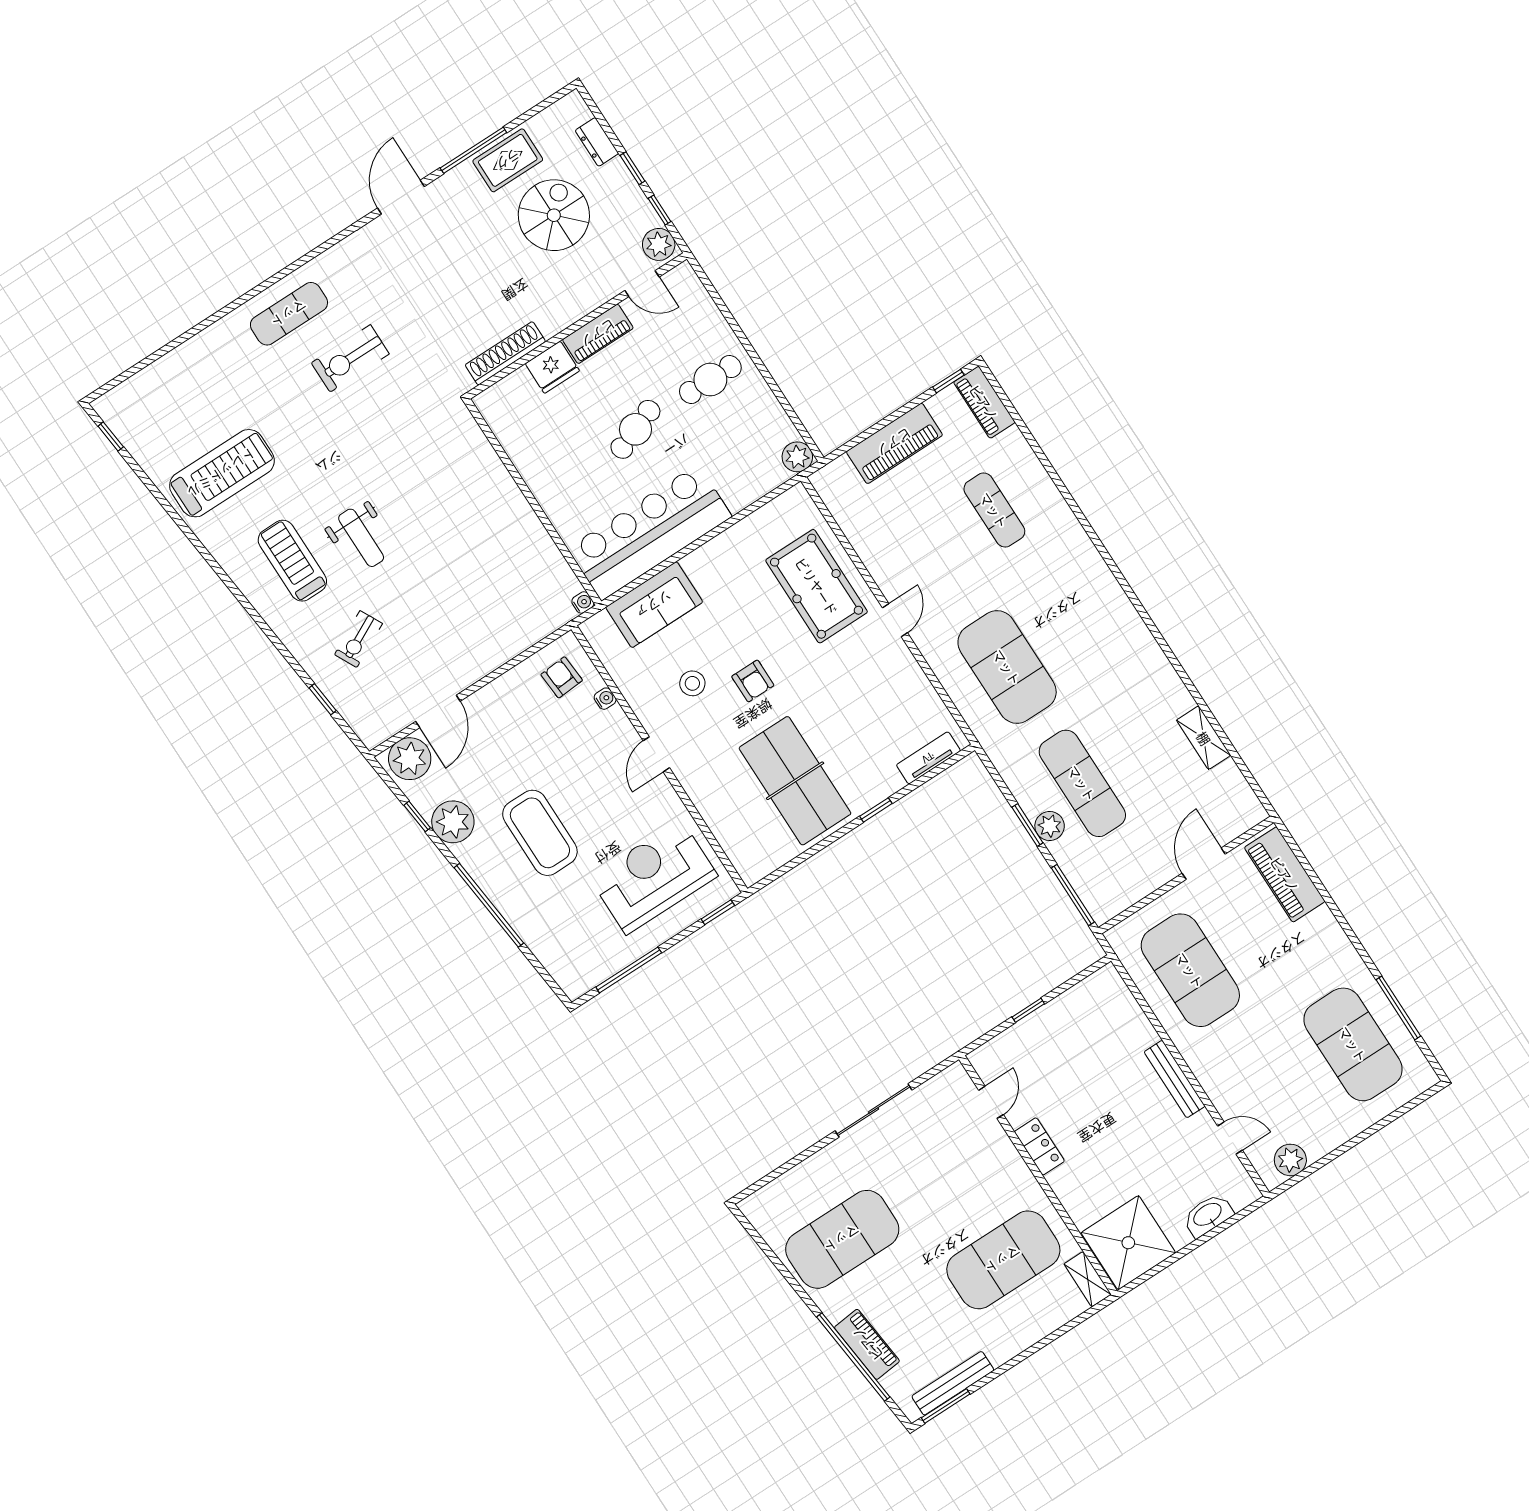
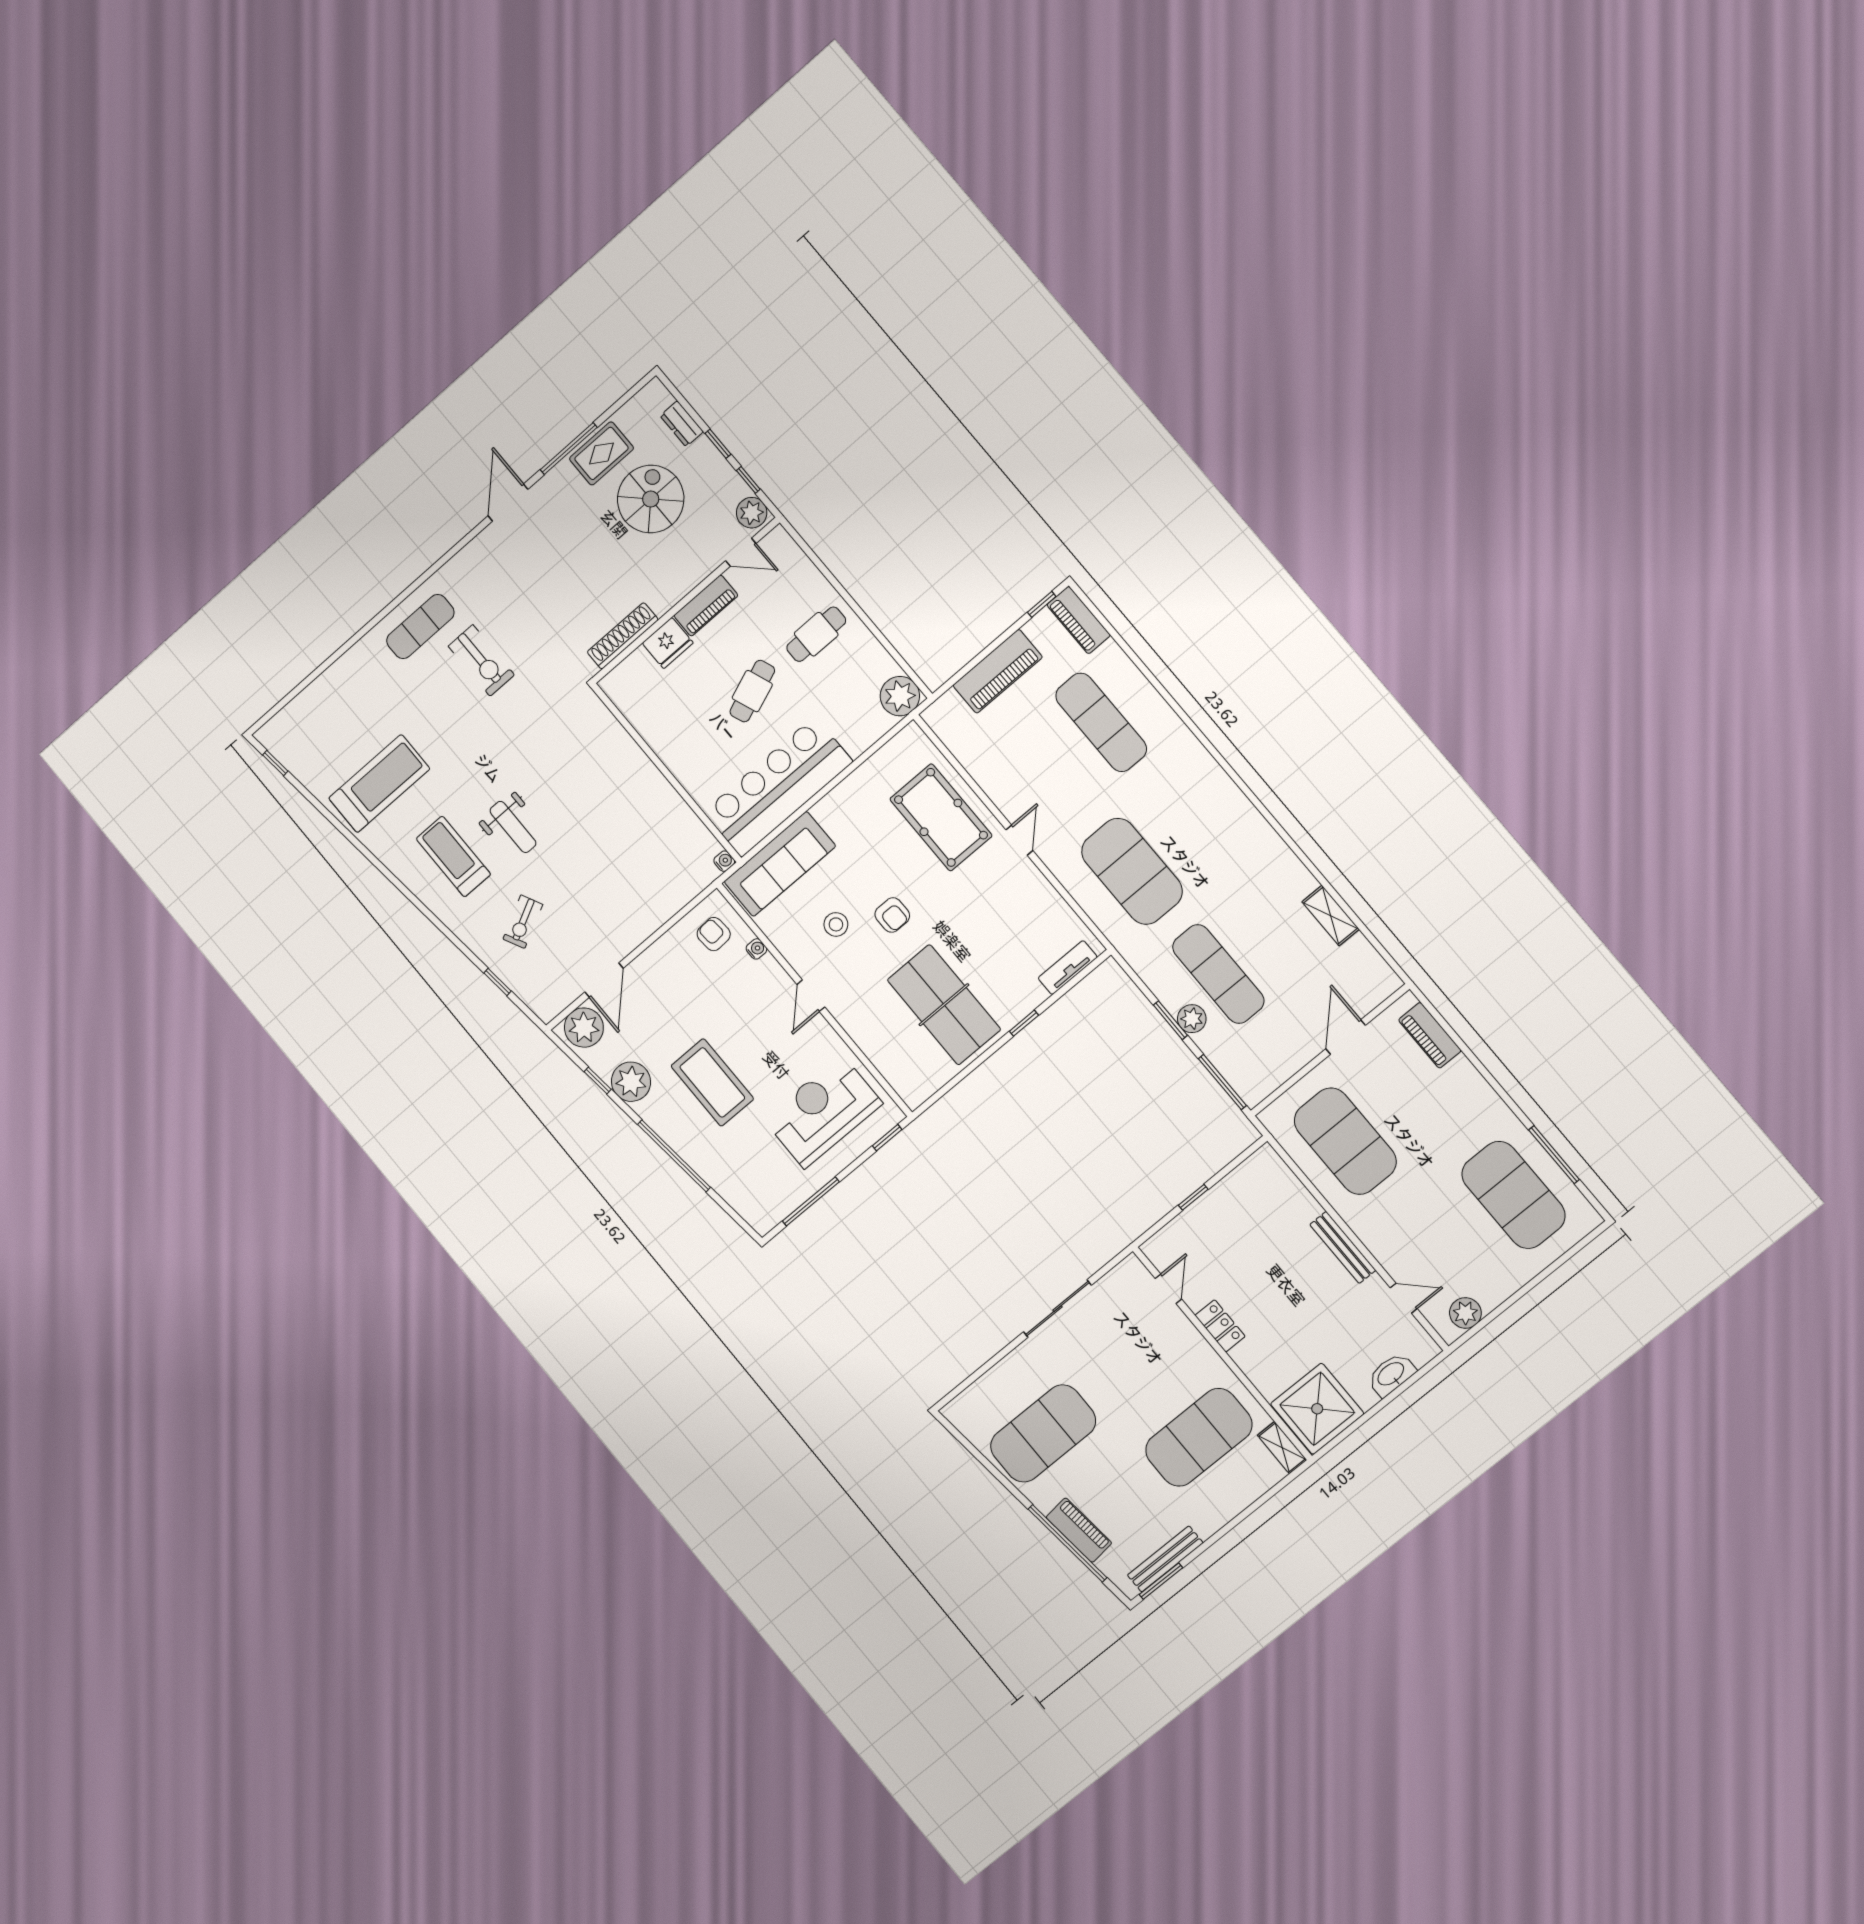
exercise bike: (350, 358) -> (481, 661), turned -90
plant: (797, 457) -> (900, 696), width x1.36, depth x1.36
exercise mat: (994, 510) -> (1101, 722), width x1.36, depth x1.45
sofa: (654, 605) -> (780, 864), width x1.36
piano: (1285, 874) -> (1430, 1035), width x0.73, depth x0.75

